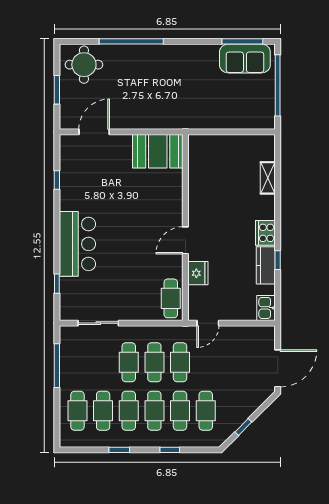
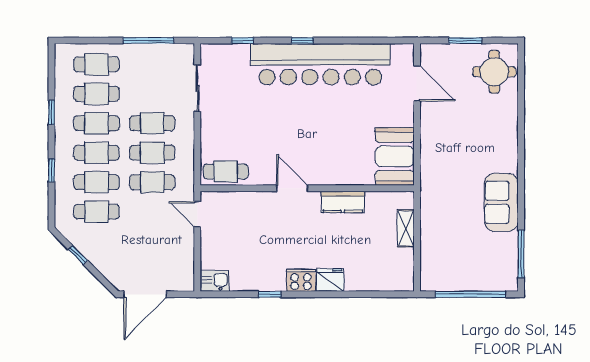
window: (131, 41) -> (521, 126), removed
sofa: (245, 58) -> (501, 202), moved
shelving: (268, 178) -> (406, 228), moved, turned 90
window: (57, 180) -> (302, 41), moved
bar counter: (77, 244) -> (320, 64), width x1.86
kitchen counter: (266, 265) -> (343, 202), moved, turned 180
fridge: (198, 273) -> (330, 280), moved, turned 180
door: (278, 368) -> (145, 294), hinge flipped

